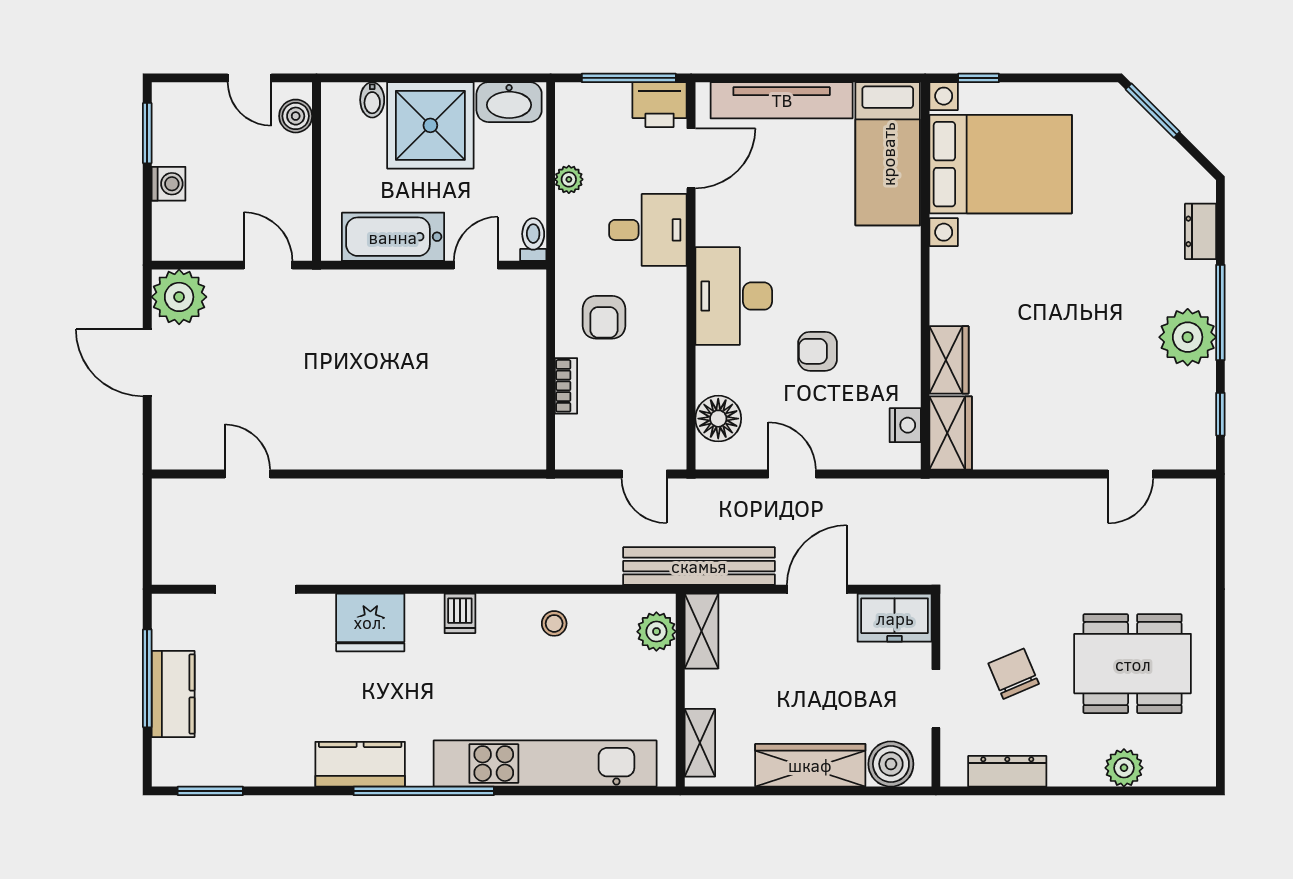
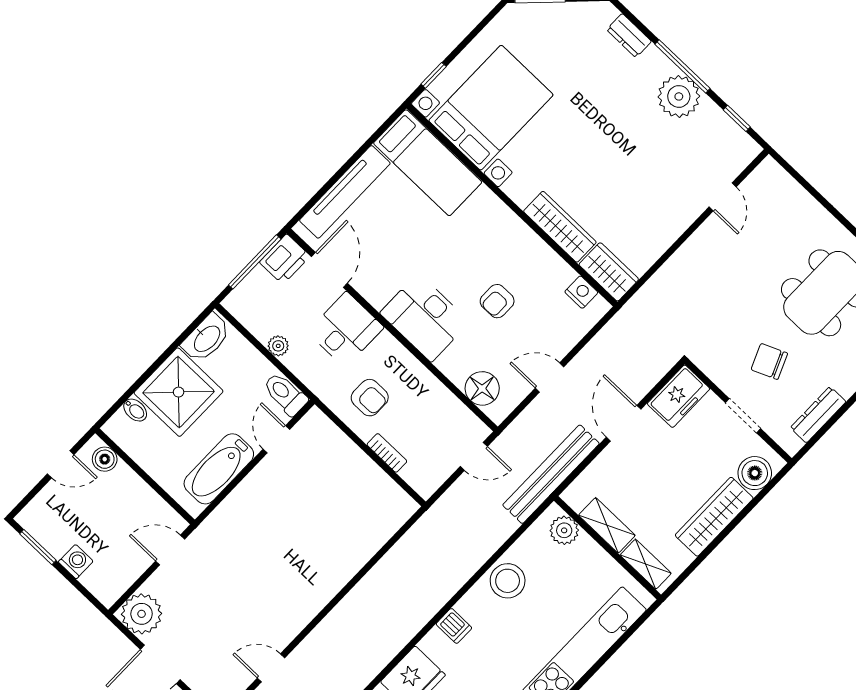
toilet: (533, 239) -> (285, 394), width x1.37, depth x1.39
wardrobe: (949, 360) -> (560, 227), width x1.50
stool: (554, 623) -> (508, 581), width x1.89, depth x1.89
shelving: (701, 631) -> (607, 525), moved

